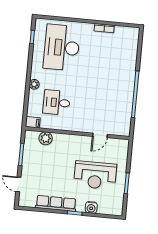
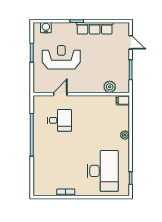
desk: (57, 102) -> (60, 120), moved
water cooler: (91, 207) -> (46, 28), moved

